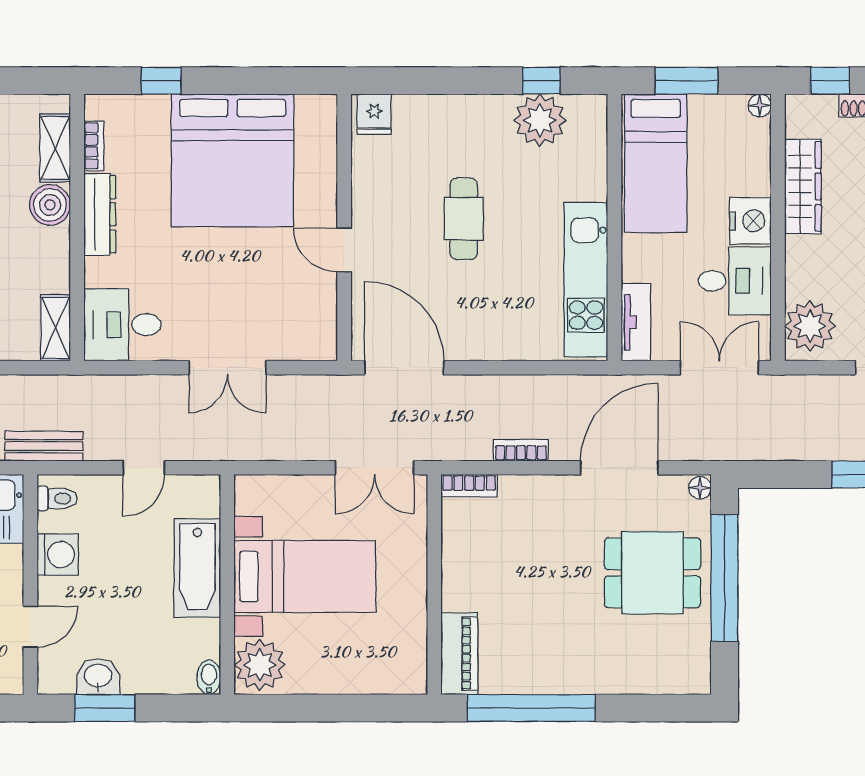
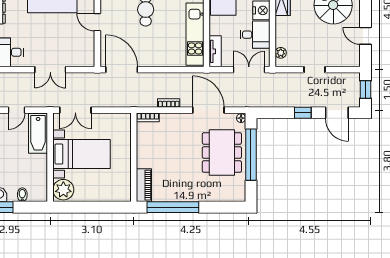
plant: (810, 326) -> (281, 53), width x0.53, depth x0.53
double door: (375, 468) -> (75, 110), moved
door: (619, 468) -> (208, 110), hinge flipped
bathtub: (197, 568) -> (38, 133), moved
dining table: (652, 573) -> (222, 152), width x1.38
bidet: (209, 677) -> (22, 195), moved

